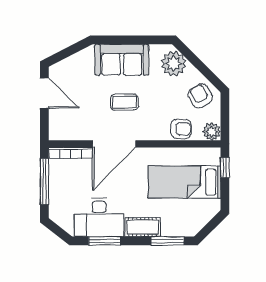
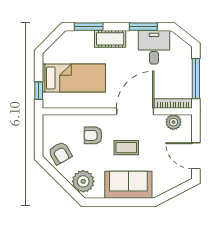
armchair: (181, 129) -> (93, 135), moved
plant: (212, 132) -> (173, 122), moved
desk: (99, 217) -> (154, 47), width x0.73

